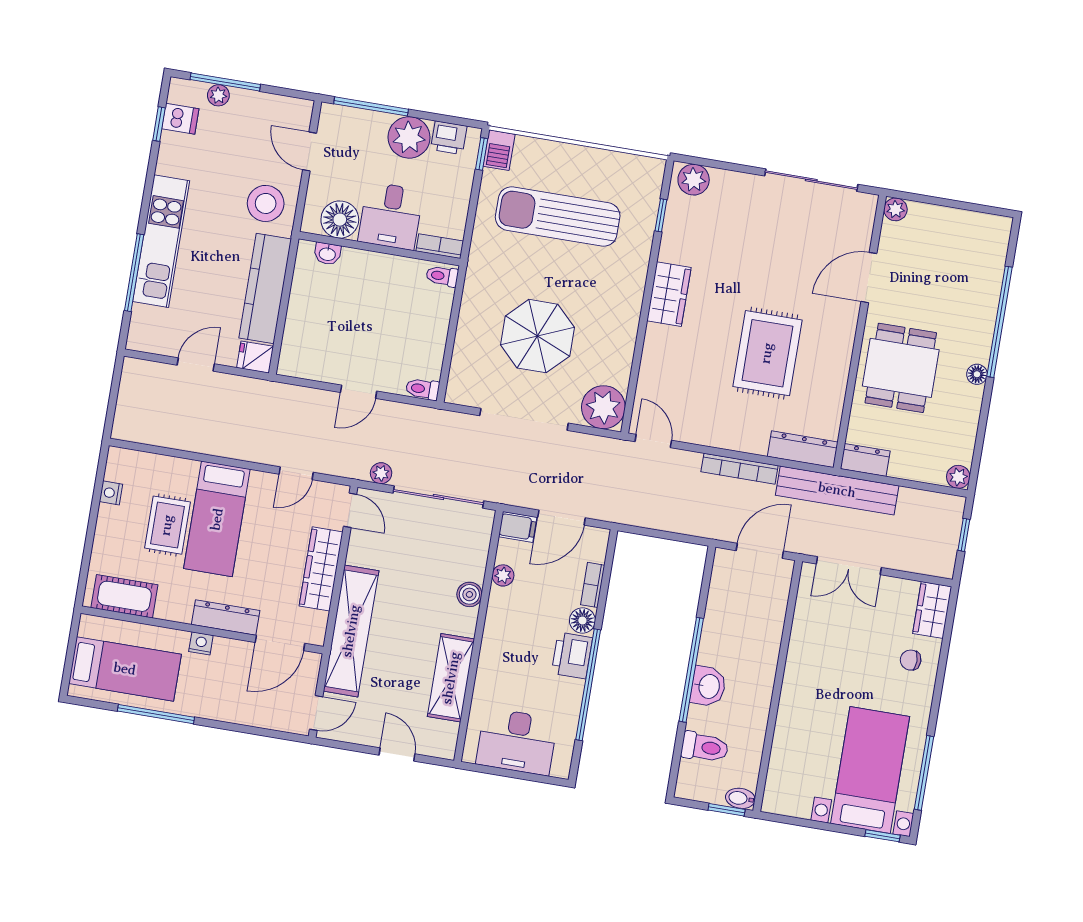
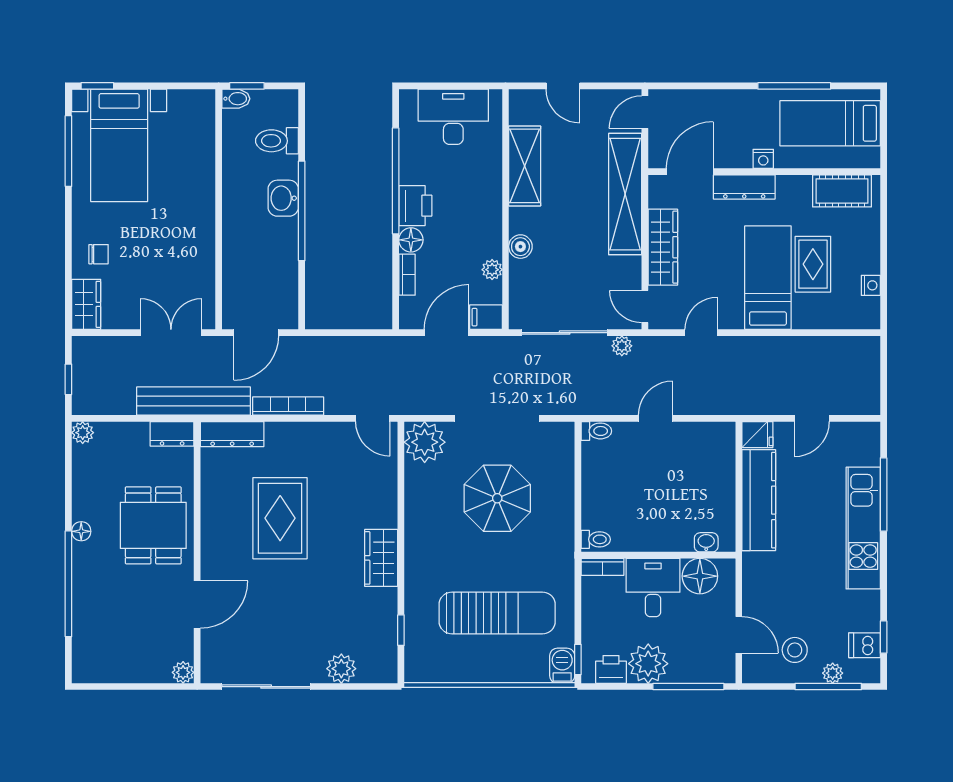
plant: (694, 180) -> (341, 669), moved
stool: (266, 203) -> (795, 650), moved, width x0.73, depth x0.73

